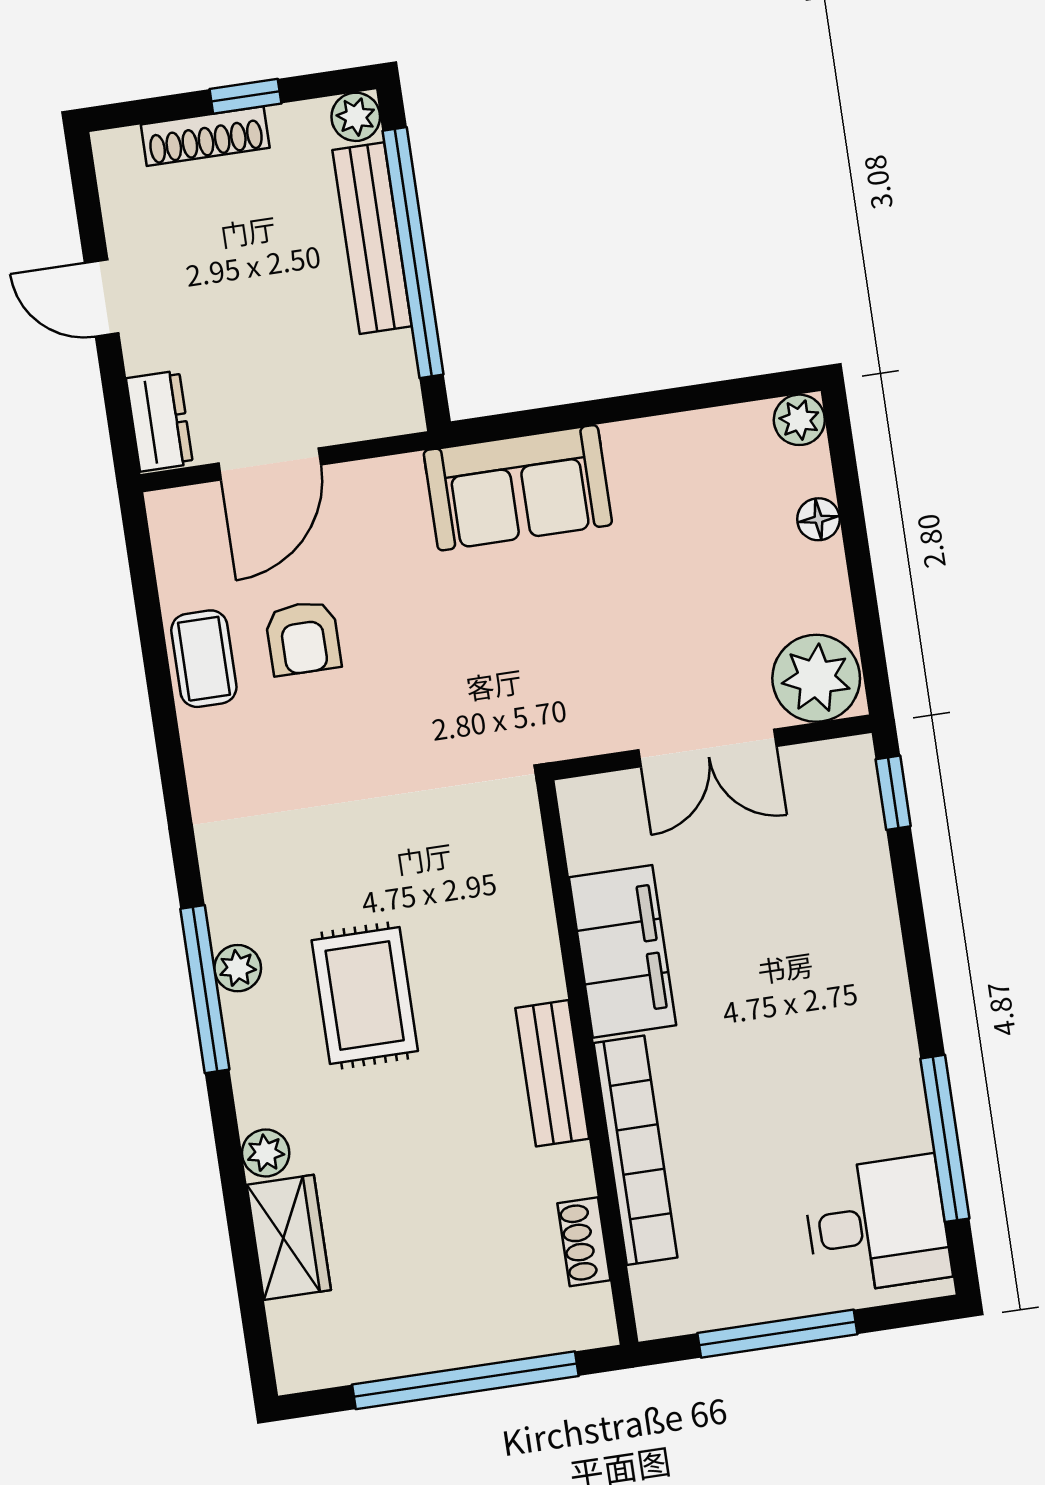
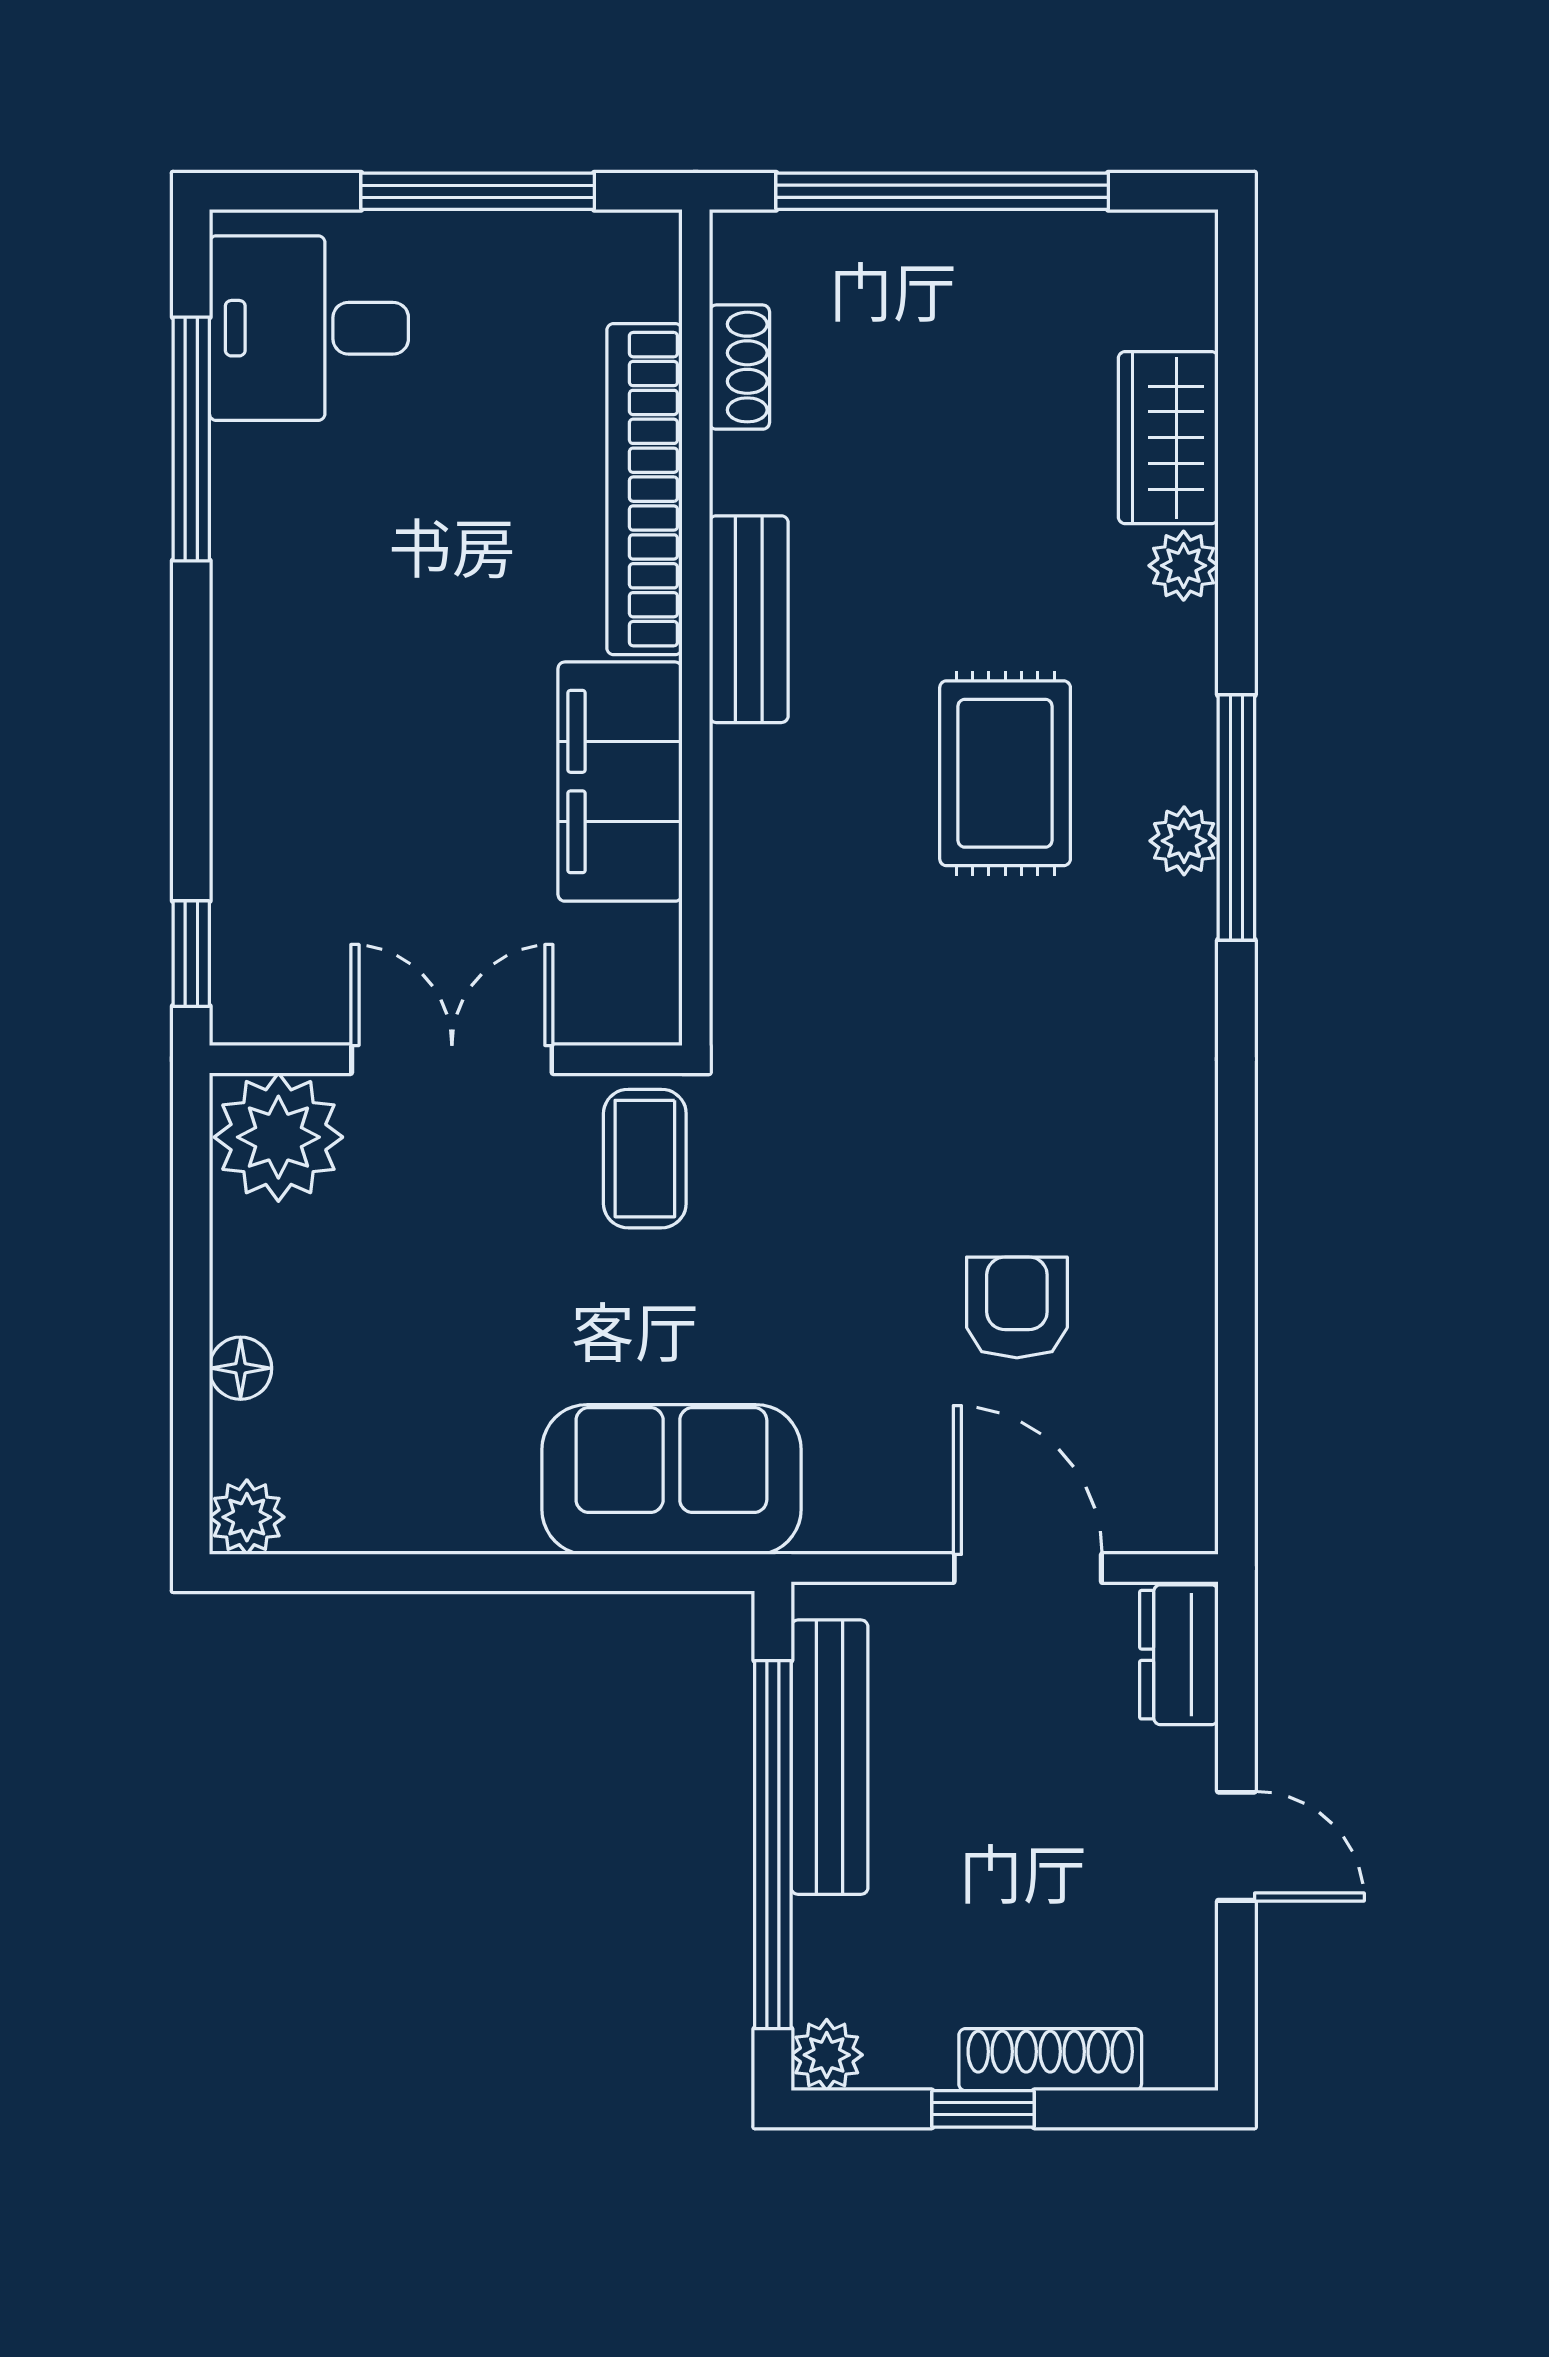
bench: (372, 238) -> (829, 1757), moved
door: (270, 464) -> (1028, 1568), hinge flipped
coffee table: (204, 659) -> (645, 1159), moved

